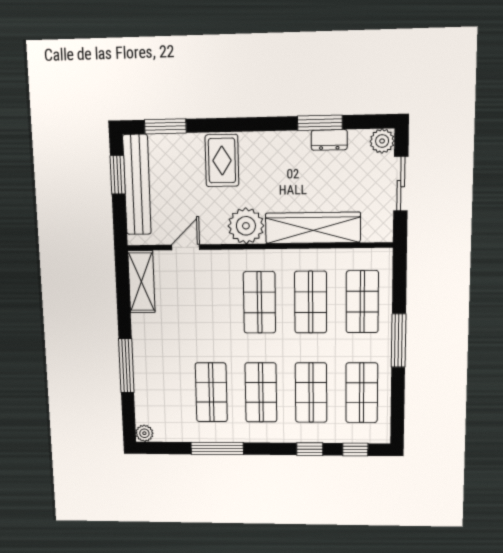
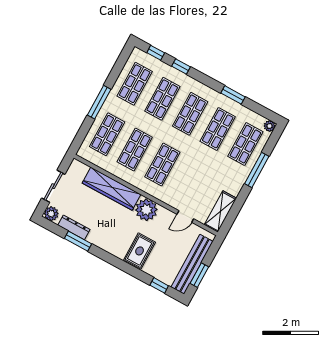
window: (165, 126) -> (159, 285), width x0.67
dresser: (329, 140) -> (74, 227), width x1.44
shop shelf: (162, 392) -> (245, 144), added
window: (217, 448) -> (233, 95), width x0.69

